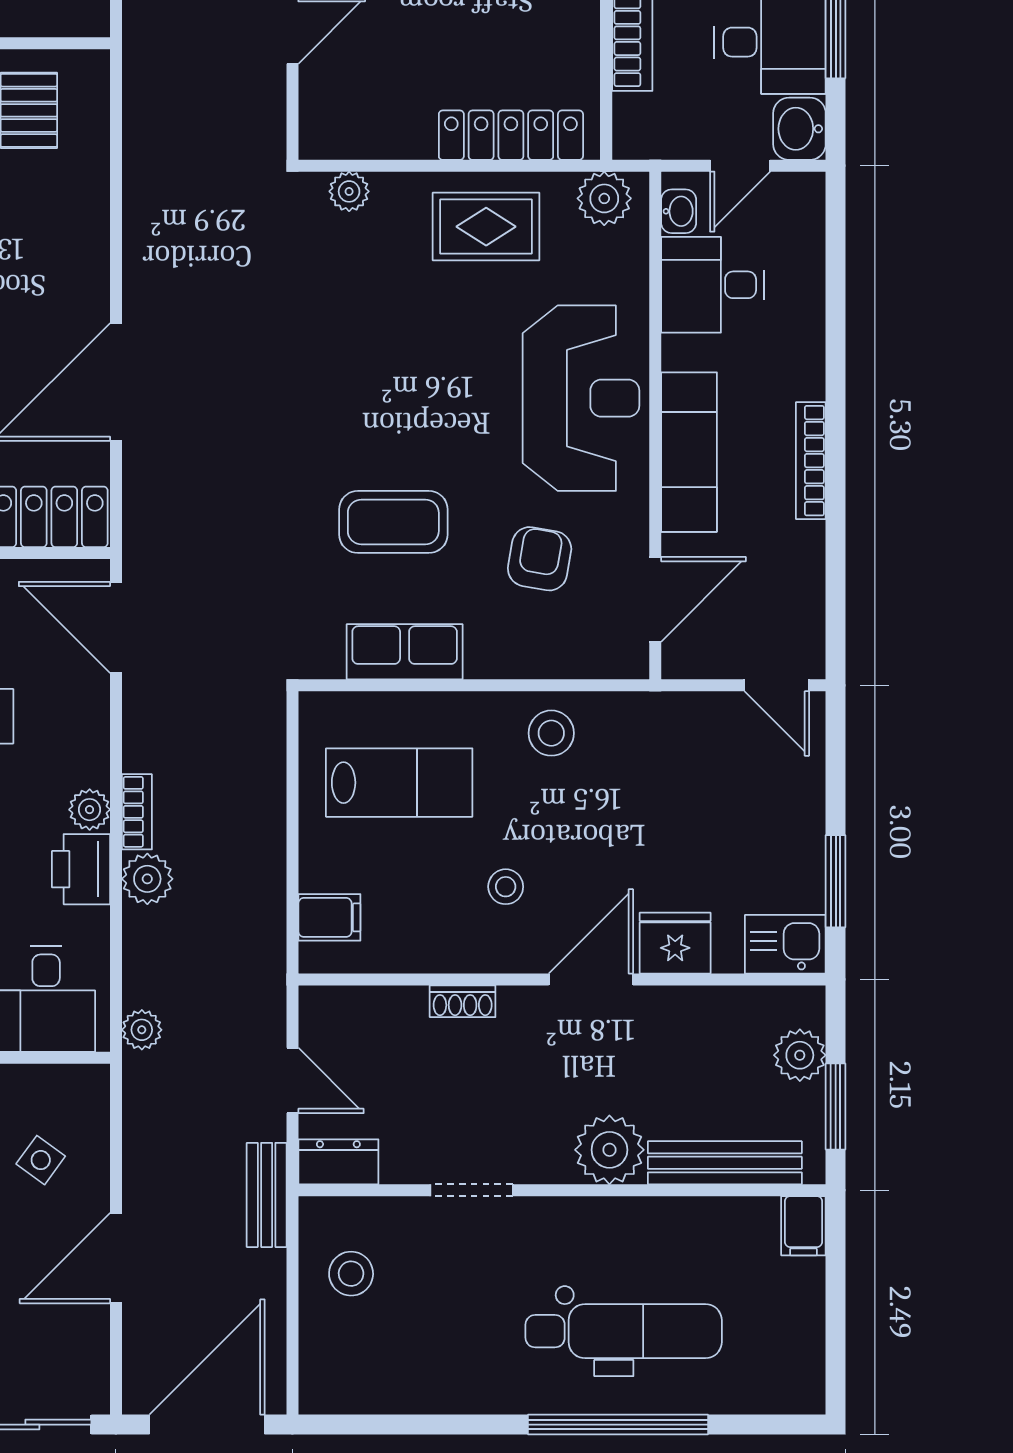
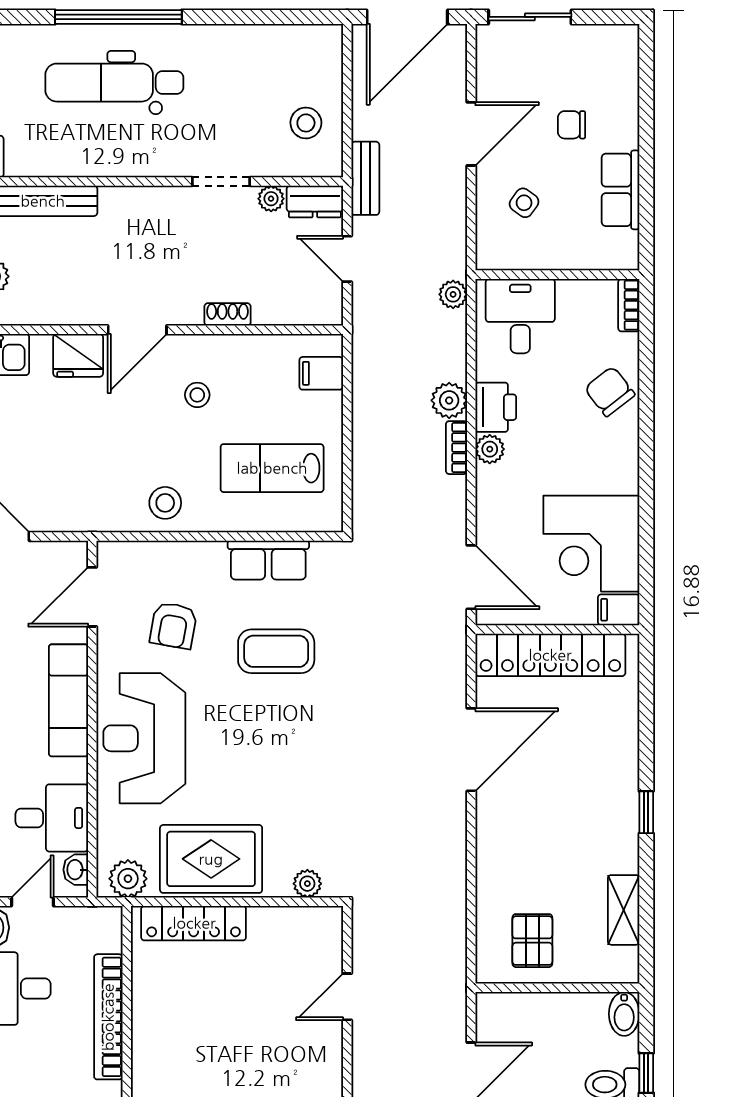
rug: (486, 227) -> (211, 859), width x1.36, depth x1.43
plant: (609, 1150) -> (271, 199), moved, width x0.53, depth x0.53

